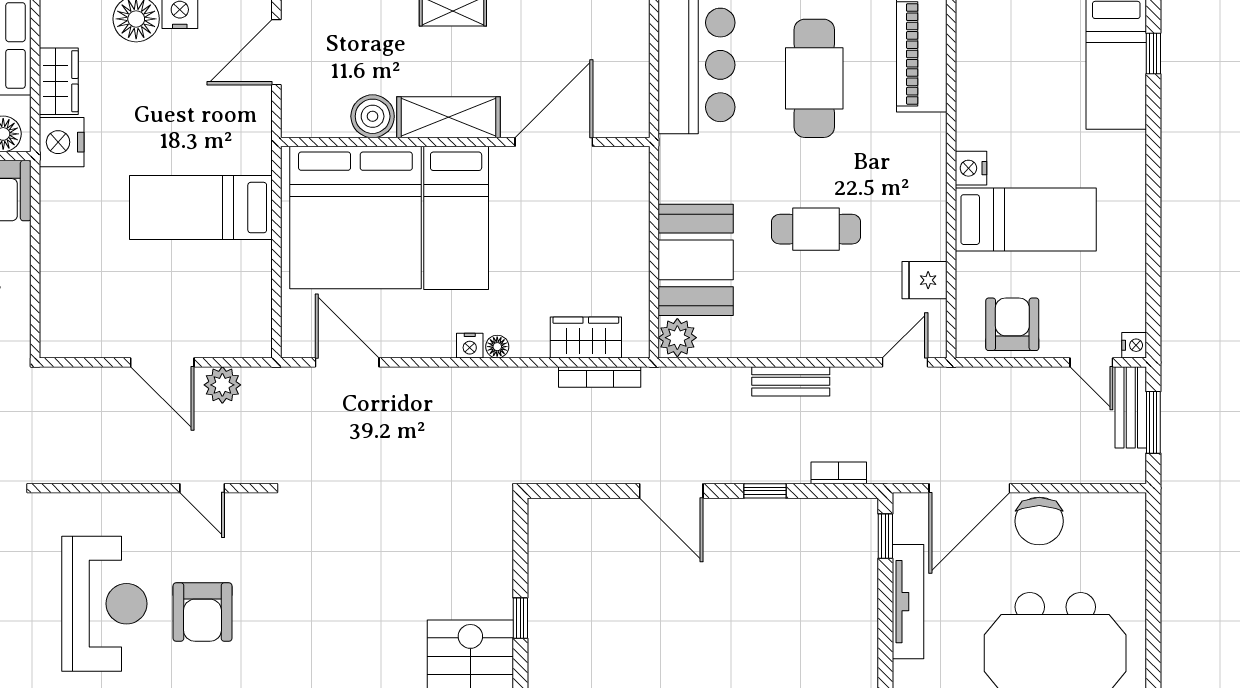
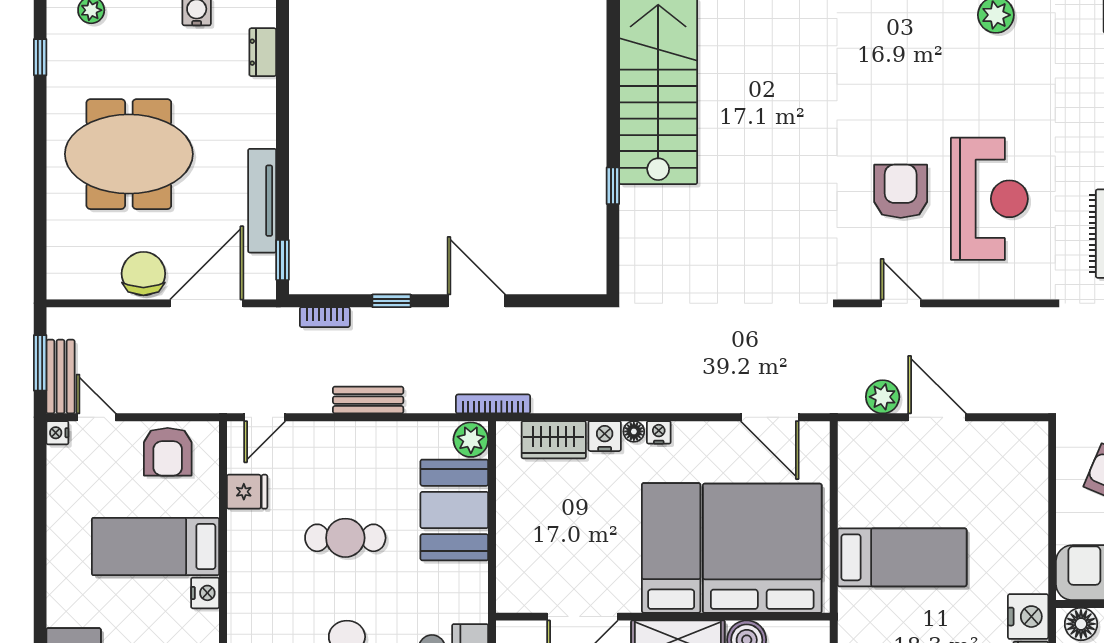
nightstand: (530, 342) -> (605, 436), added
bookcase: (600, 377) -> (493, 404), moved
reception desk: (104, 604) -> (989, 199), turned 180

